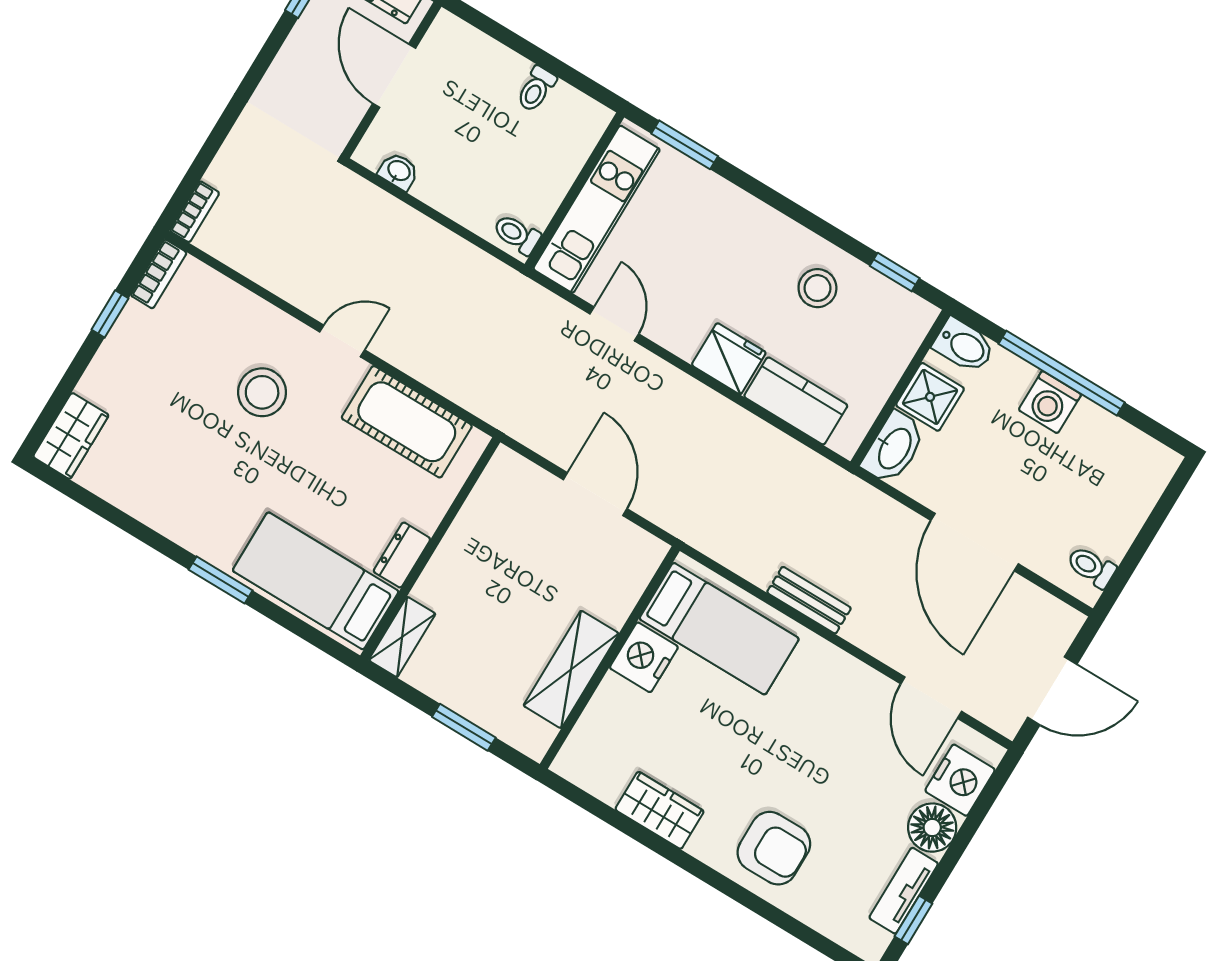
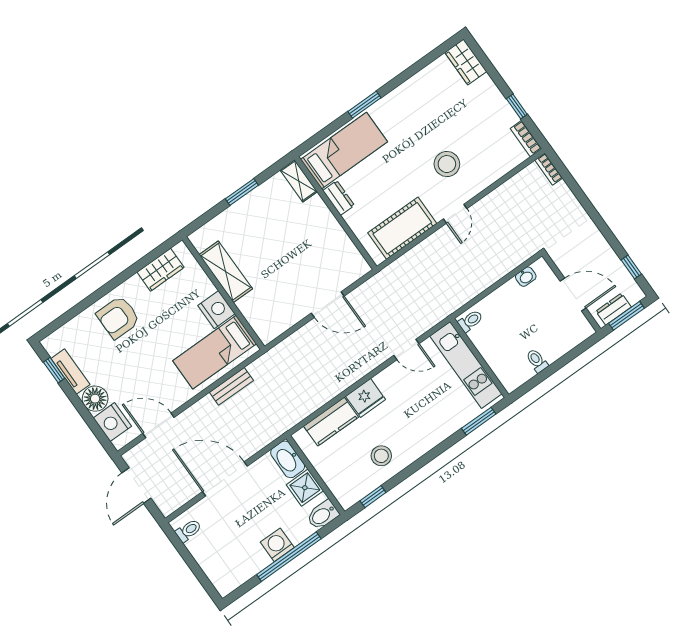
bed: (719, 629) -> (215, 352), moved
nightstand: (644, 657) -> (216, 310), moved
wall: (610, 658) -> (223, 293), moved
shelving: (571, 669) -> (226, 272), moved

